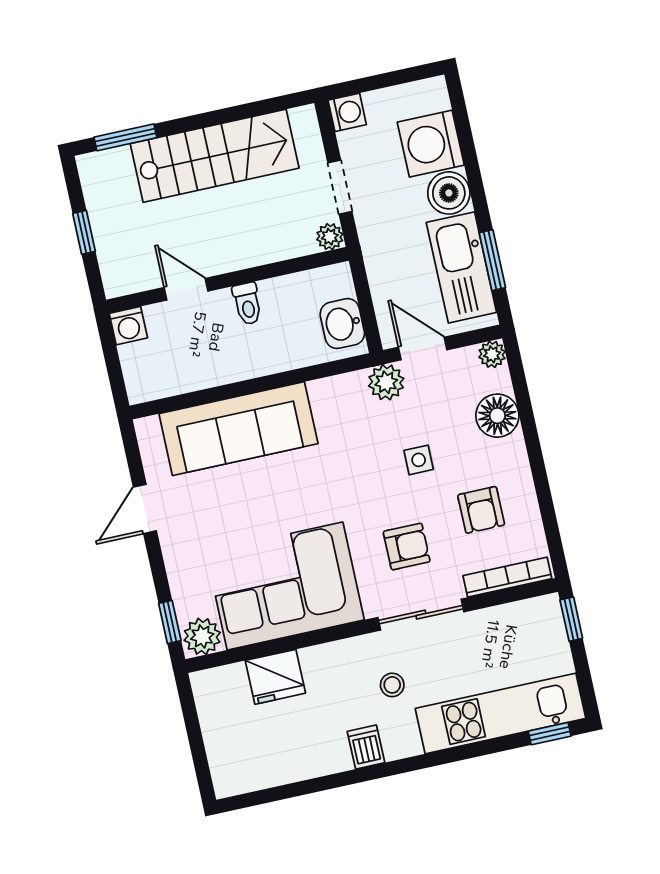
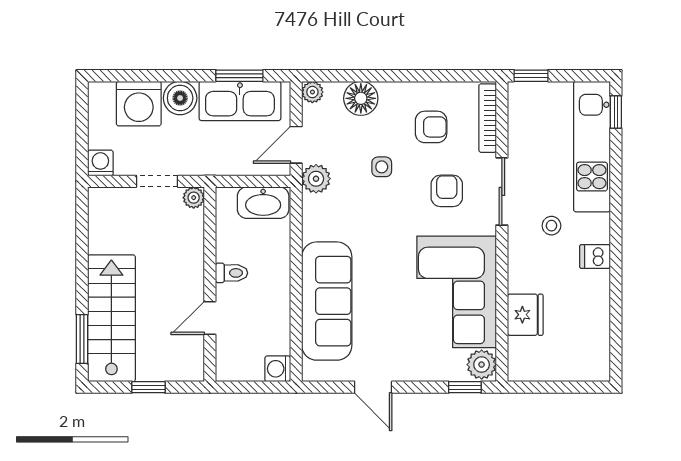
stairs: (215, 156) -> (111, 318), moved
washbasin: (342, 324) -> (263, 203), width x1.38
washing machine: (128, 326) -> (278, 369), moved, turned 180

